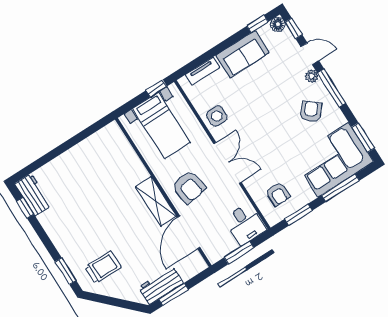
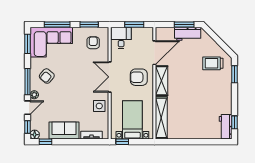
door: (310, 54) -> (28, 108), swing flipped
shelving: (125, 152) -> (161, 118), added
armchair: (189, 187) -> (139, 77), turned -82

